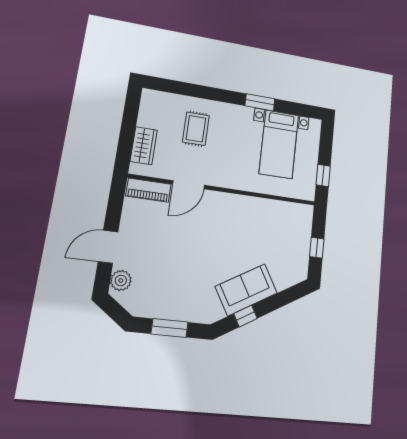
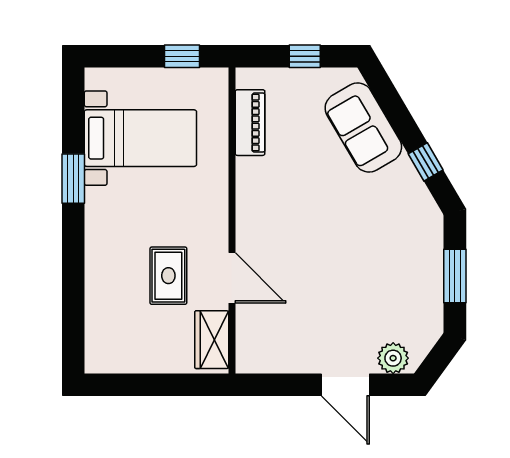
rug: (196, 129) -> (168, 276), moved, turned 90
wardrobe: (144, 146) -> (212, 340), moved, turned -90
piano: (149, 190) -> (250, 123), moved
sofa: (246, 290) -> (363, 128), moved

